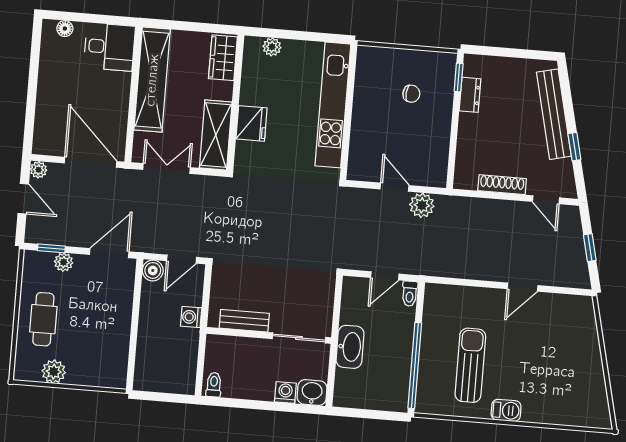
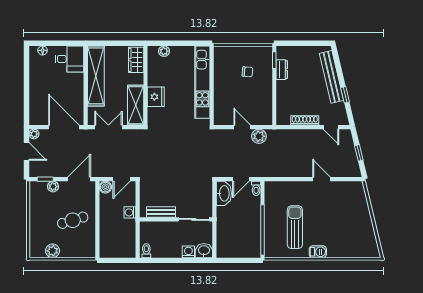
door: (523, 287) -> (322, 179), swing flipped
cafe table: (43, 319) -> (73, 220), moved, turned 73
washbasin: (350, 347) -> (224, 193), moved

